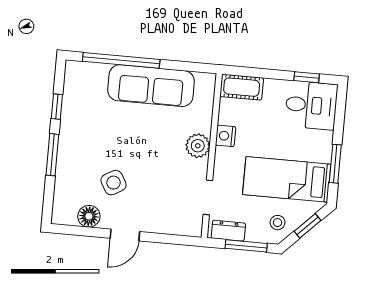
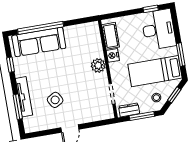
sofa: (151, 86) -> (39, 42), moved
cot: (242, 87) -> (111, 36), moved, turned 90
desk: (311, 105) -> (159, 29), width x1.37
window: (52, 155) -> (18, 107), moved
tv unit: (65, 164) -> (24, 97), added
floor lamp: (89, 216) -> (46, 123), removed

